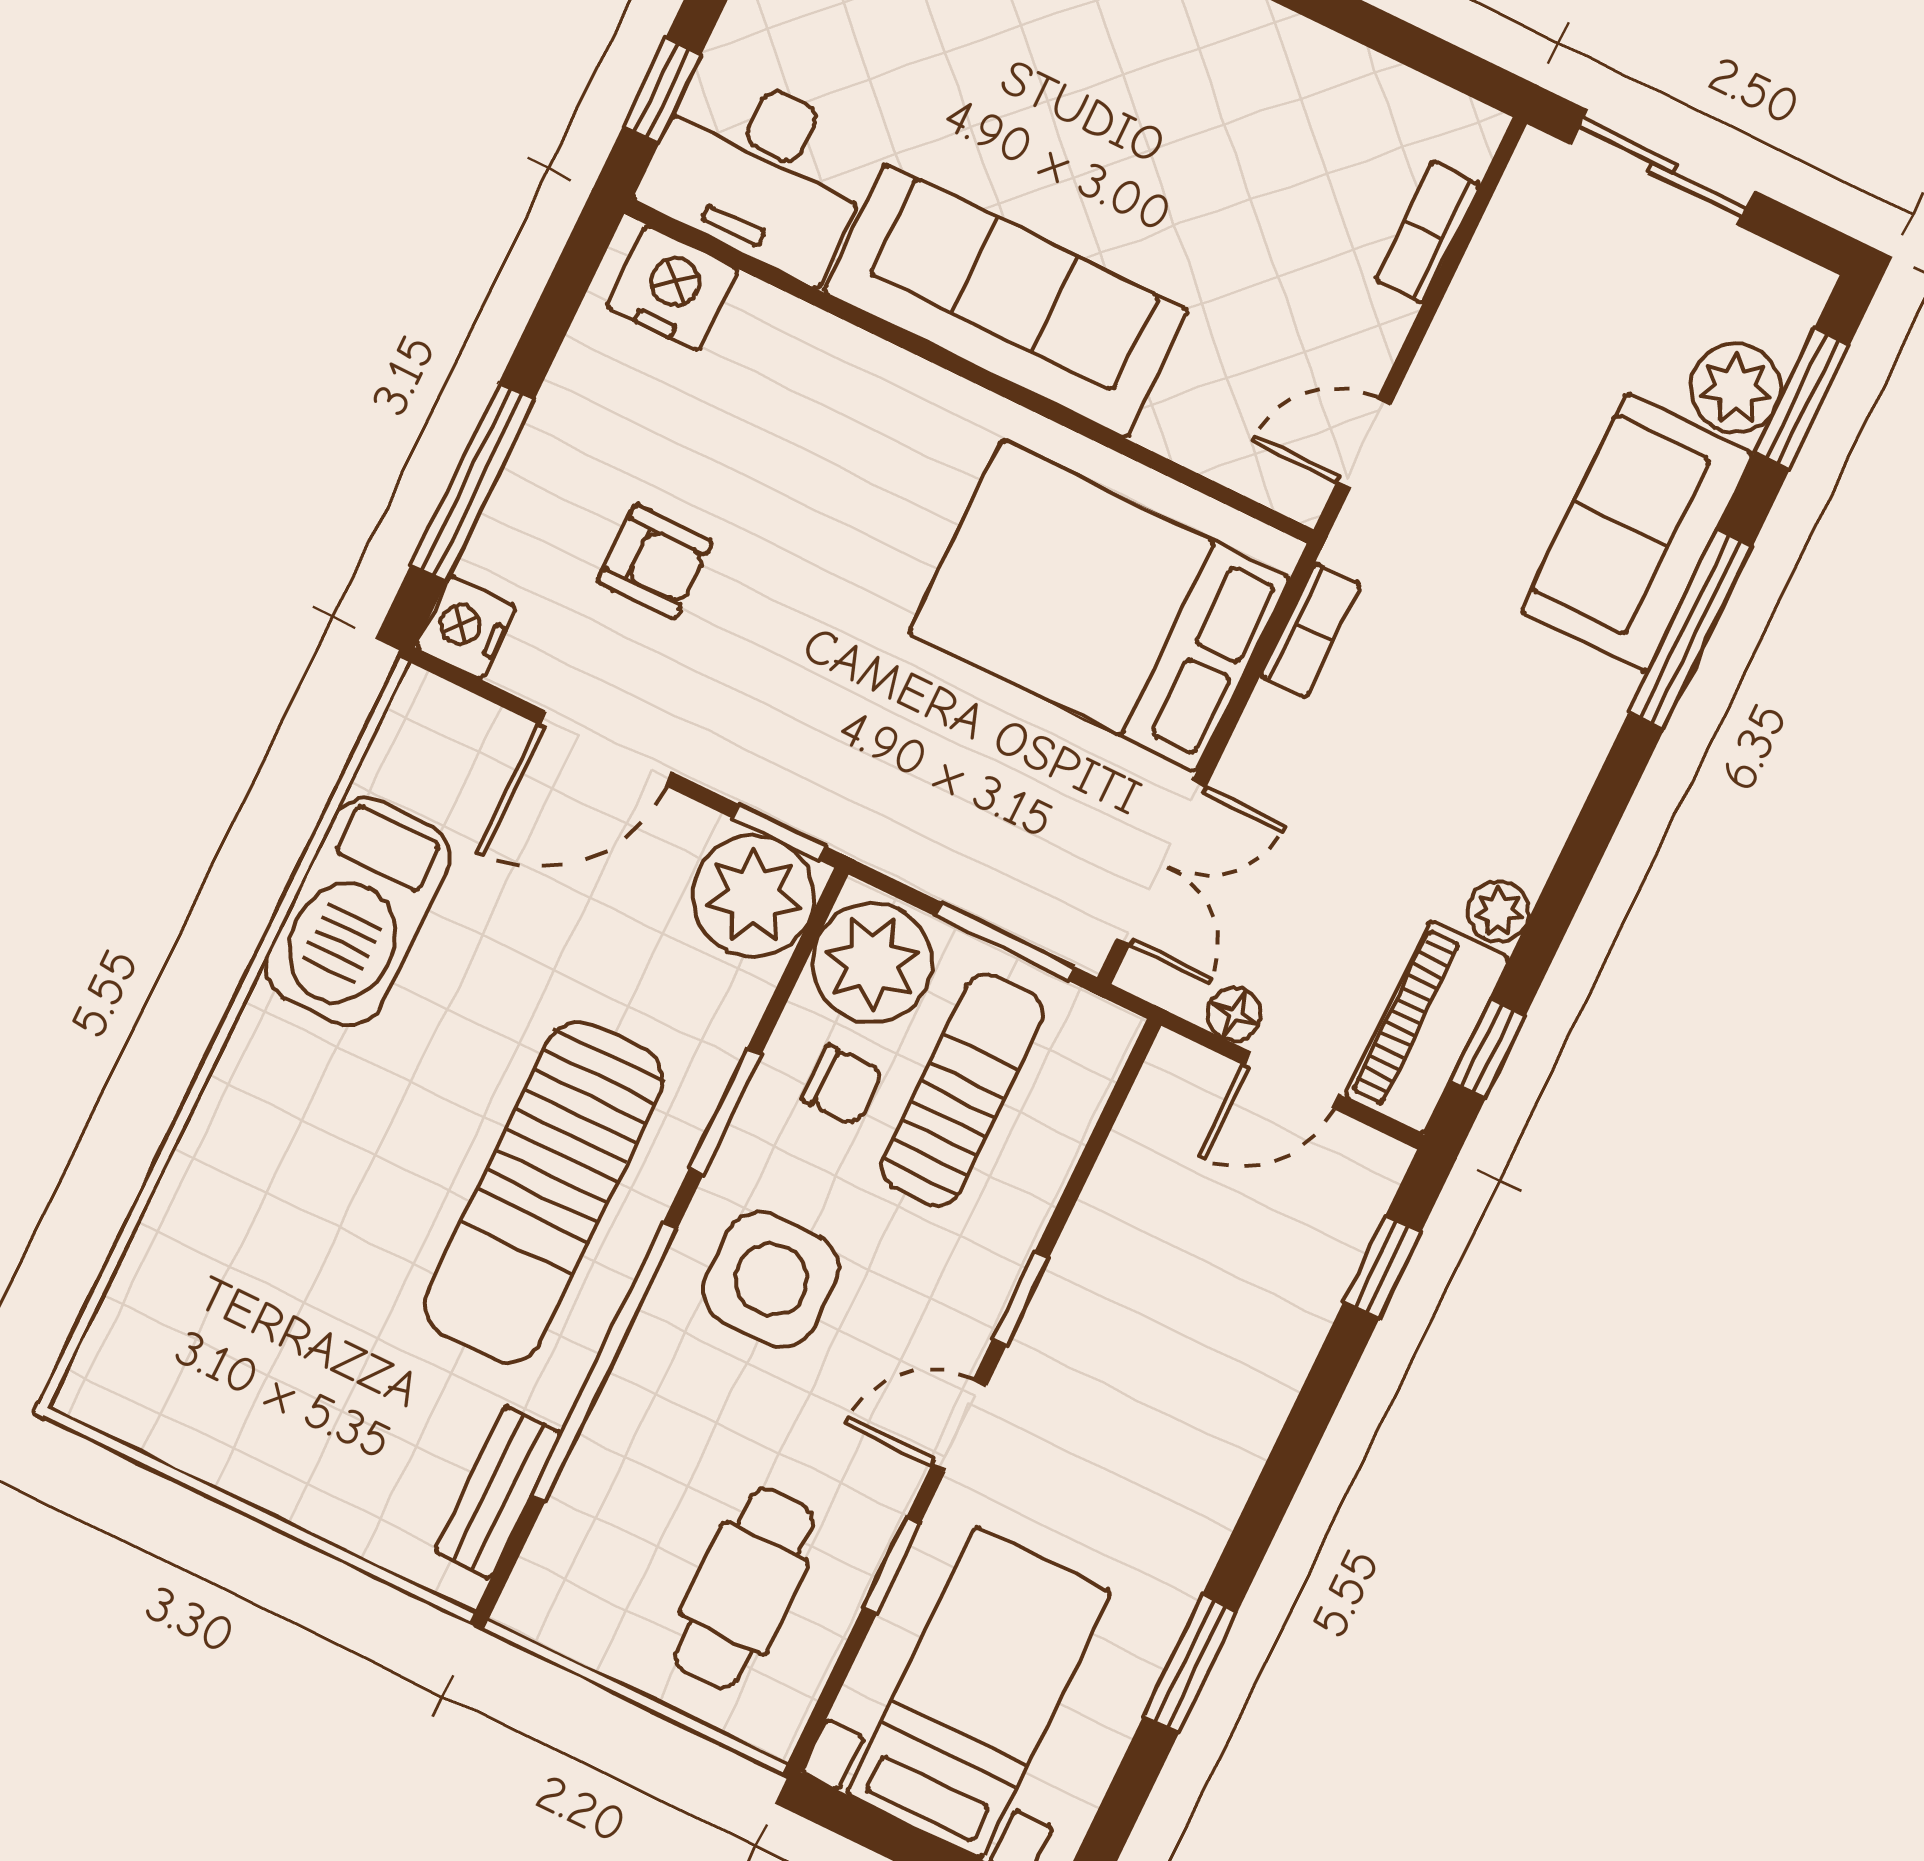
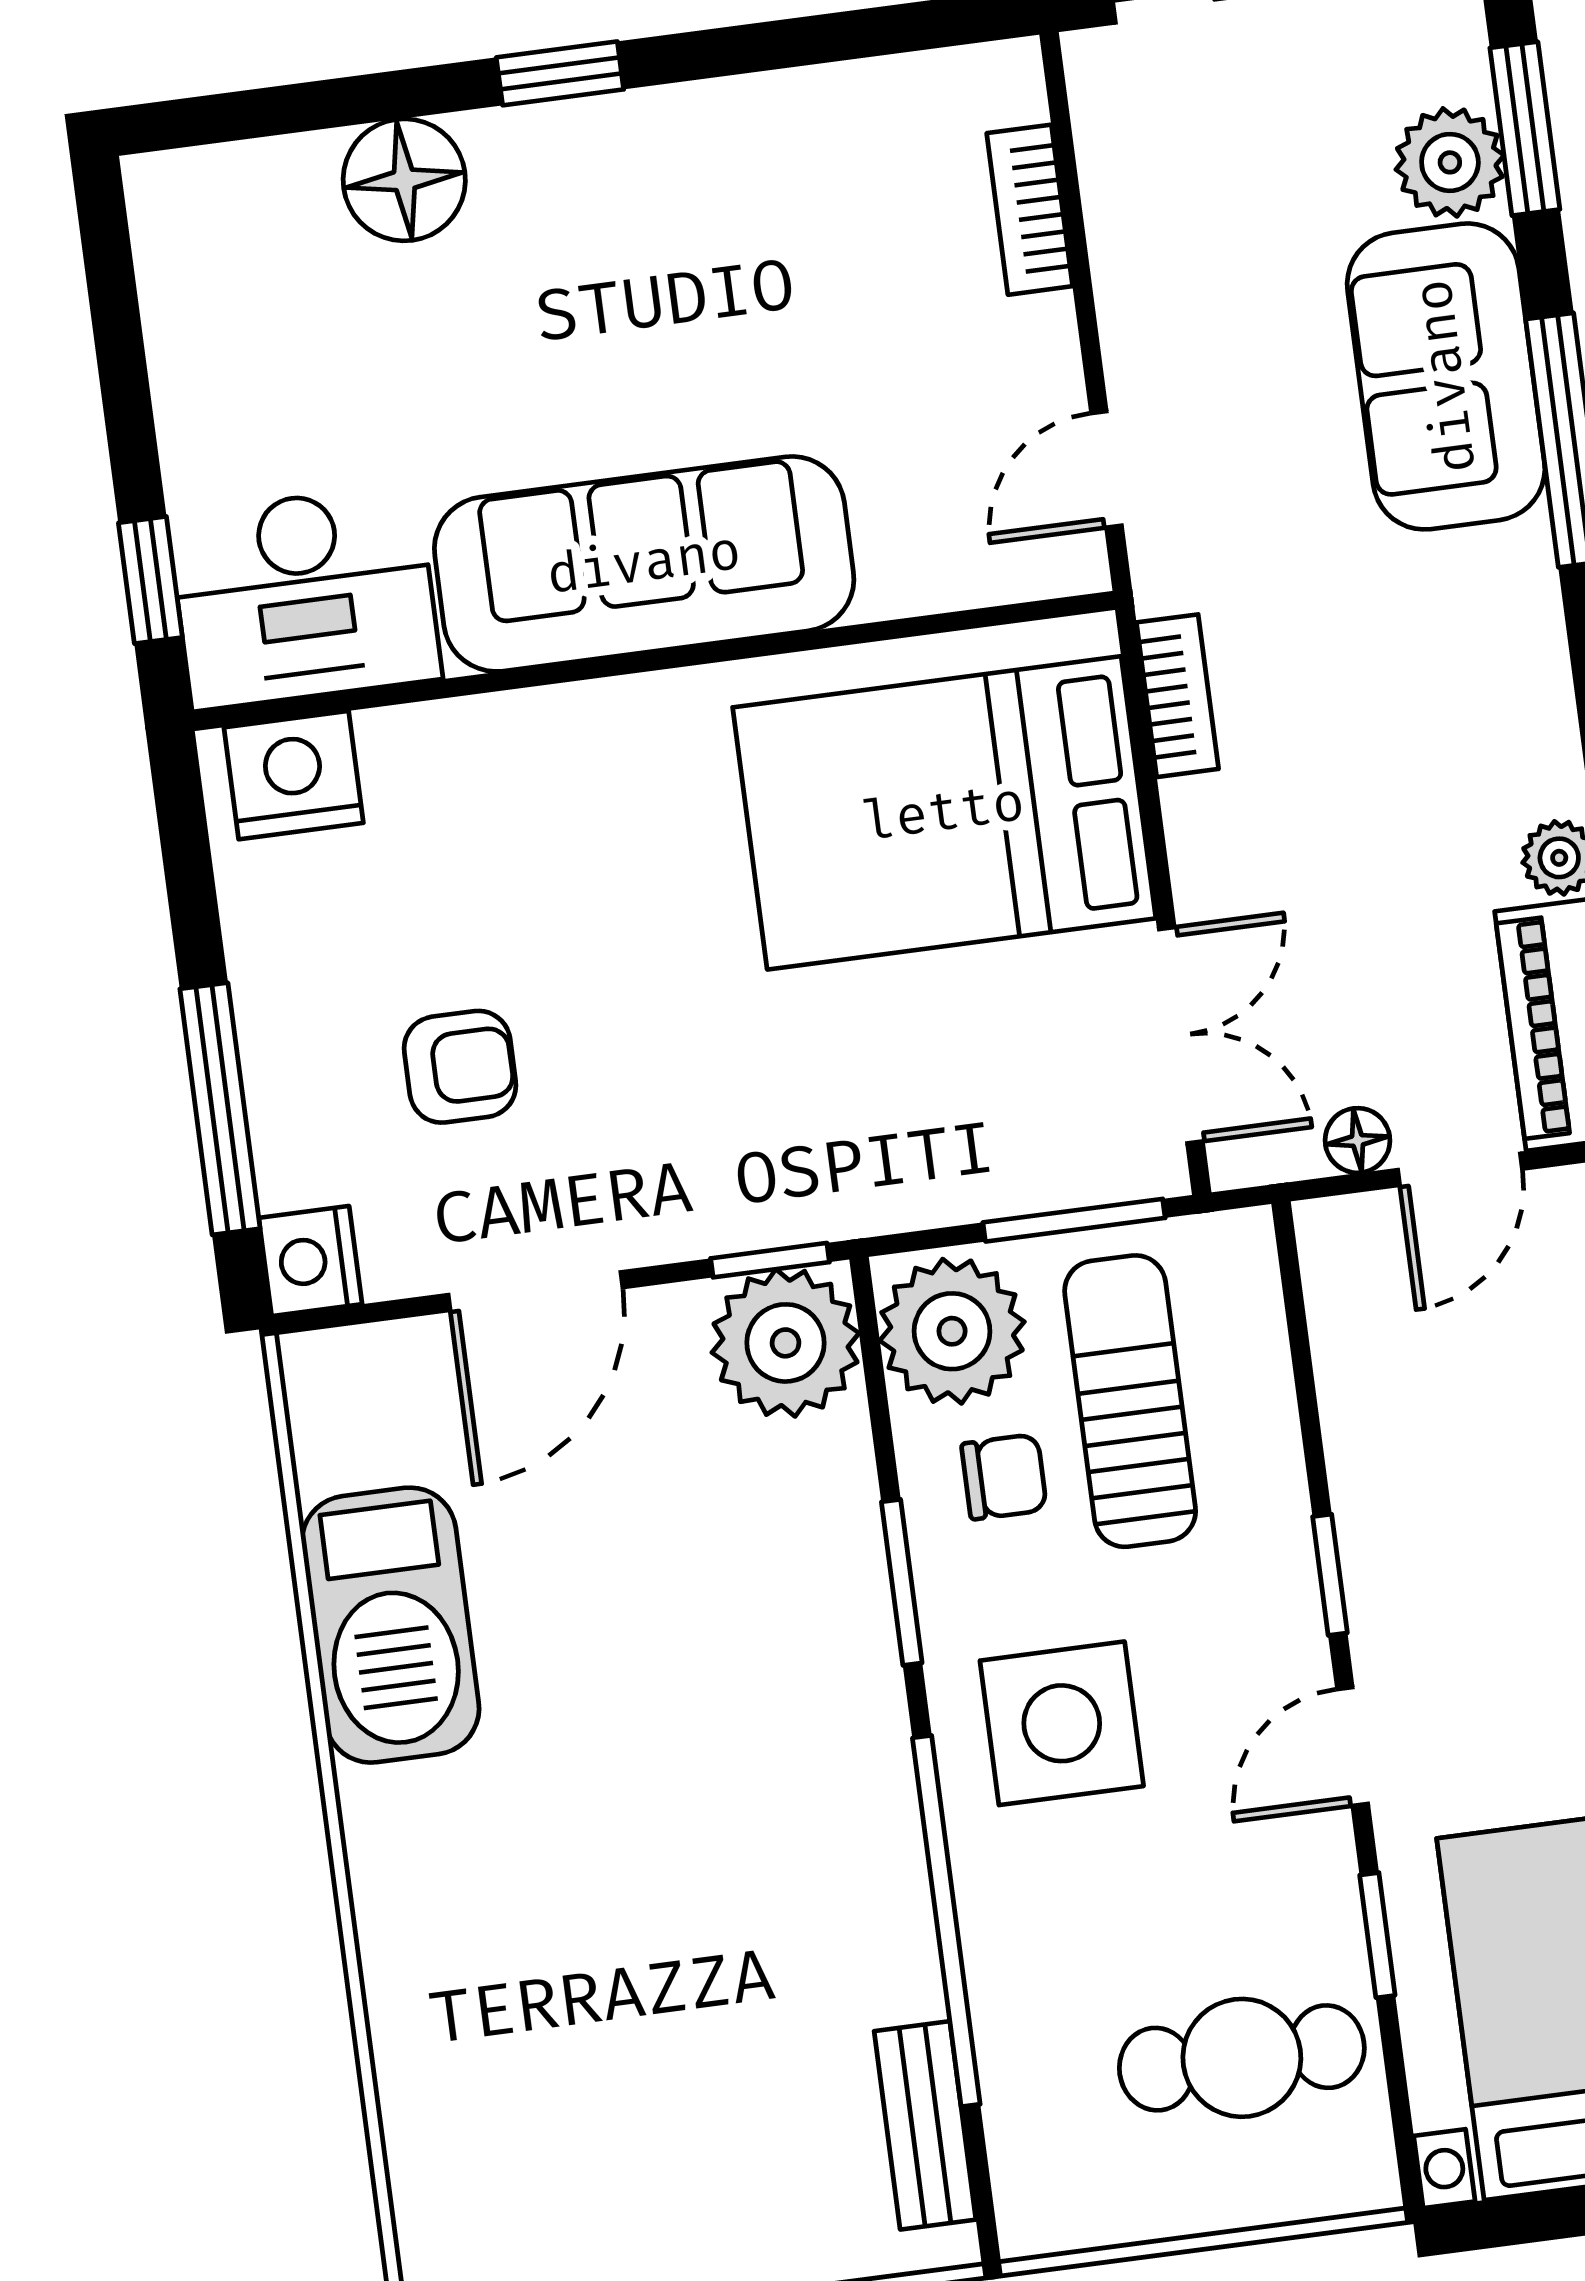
sun lounger: (544, 1192) -> (770, 1787), removed
cafe table: (744, 1588) -> (1242, 2058), turned 90

